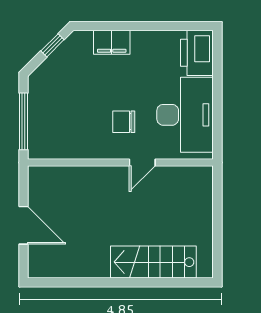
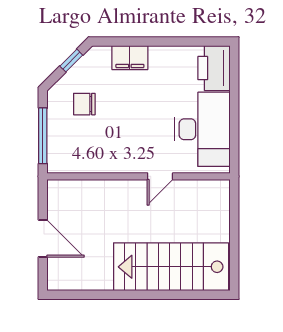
chair: (124, 122) -> (84, 104), moved
stairs: (153, 262) -> (171, 267), width x1.36, depth x1.51

